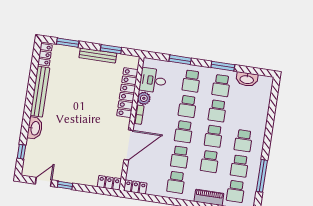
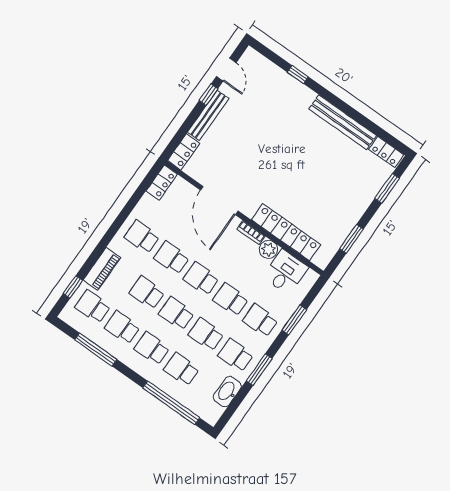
bench: (98, 55) -> (208, 115), moved
window: (272, 111) -> (171, 403), added
school desk: (247, 115) -> (181, 369), added
washbasin: (35, 128) -> (300, 93), removed
window: (21, 152) -> (298, 75), moved

